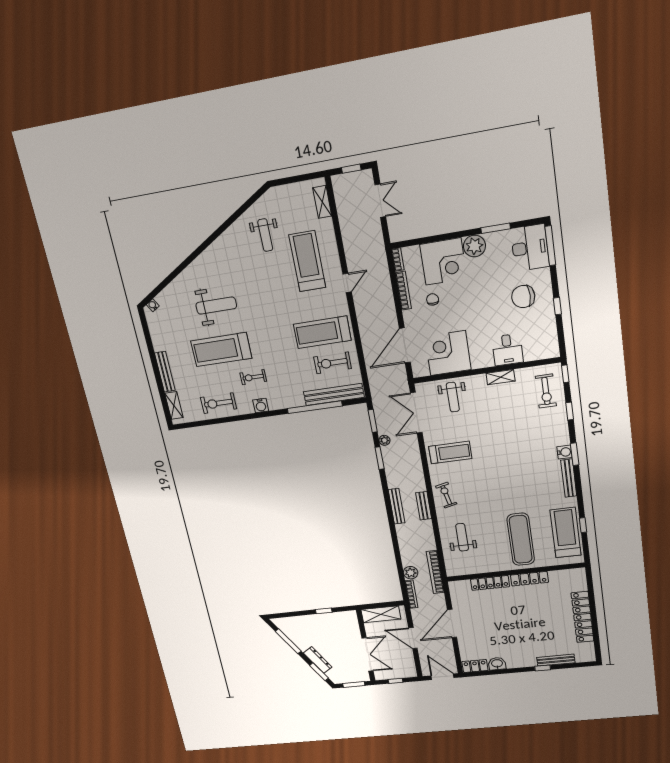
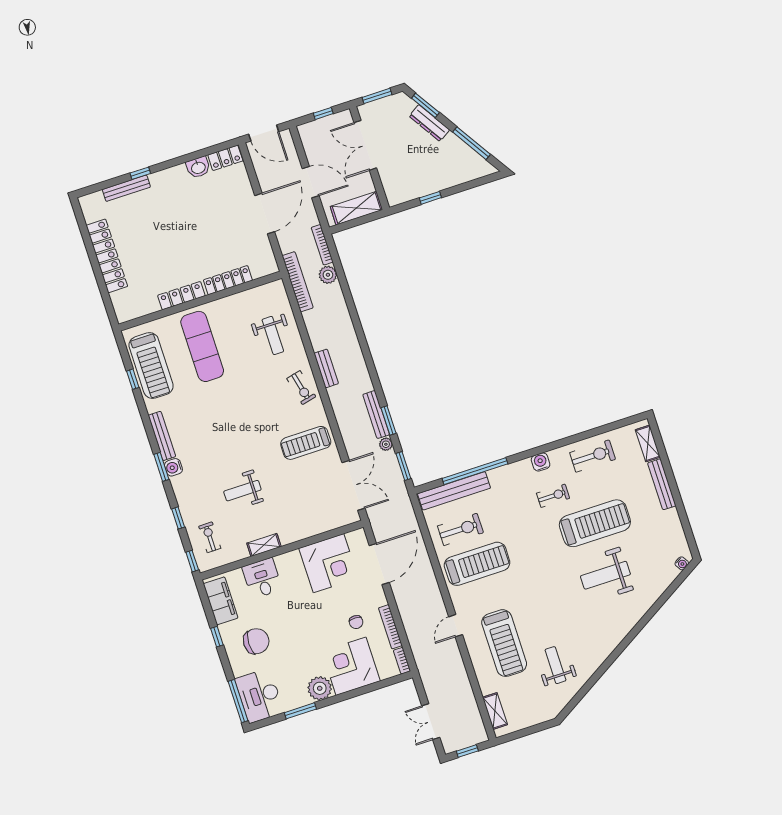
filing cabinet: (548, 336) -> (221, 601), added
exercise bike: (546, 391) -> (210, 537), width x0.73, depth x0.72
weight bench: (453, 397) -> (242, 491), moved, turned -90
bench: (397, 506) -> (376, 415), moved

